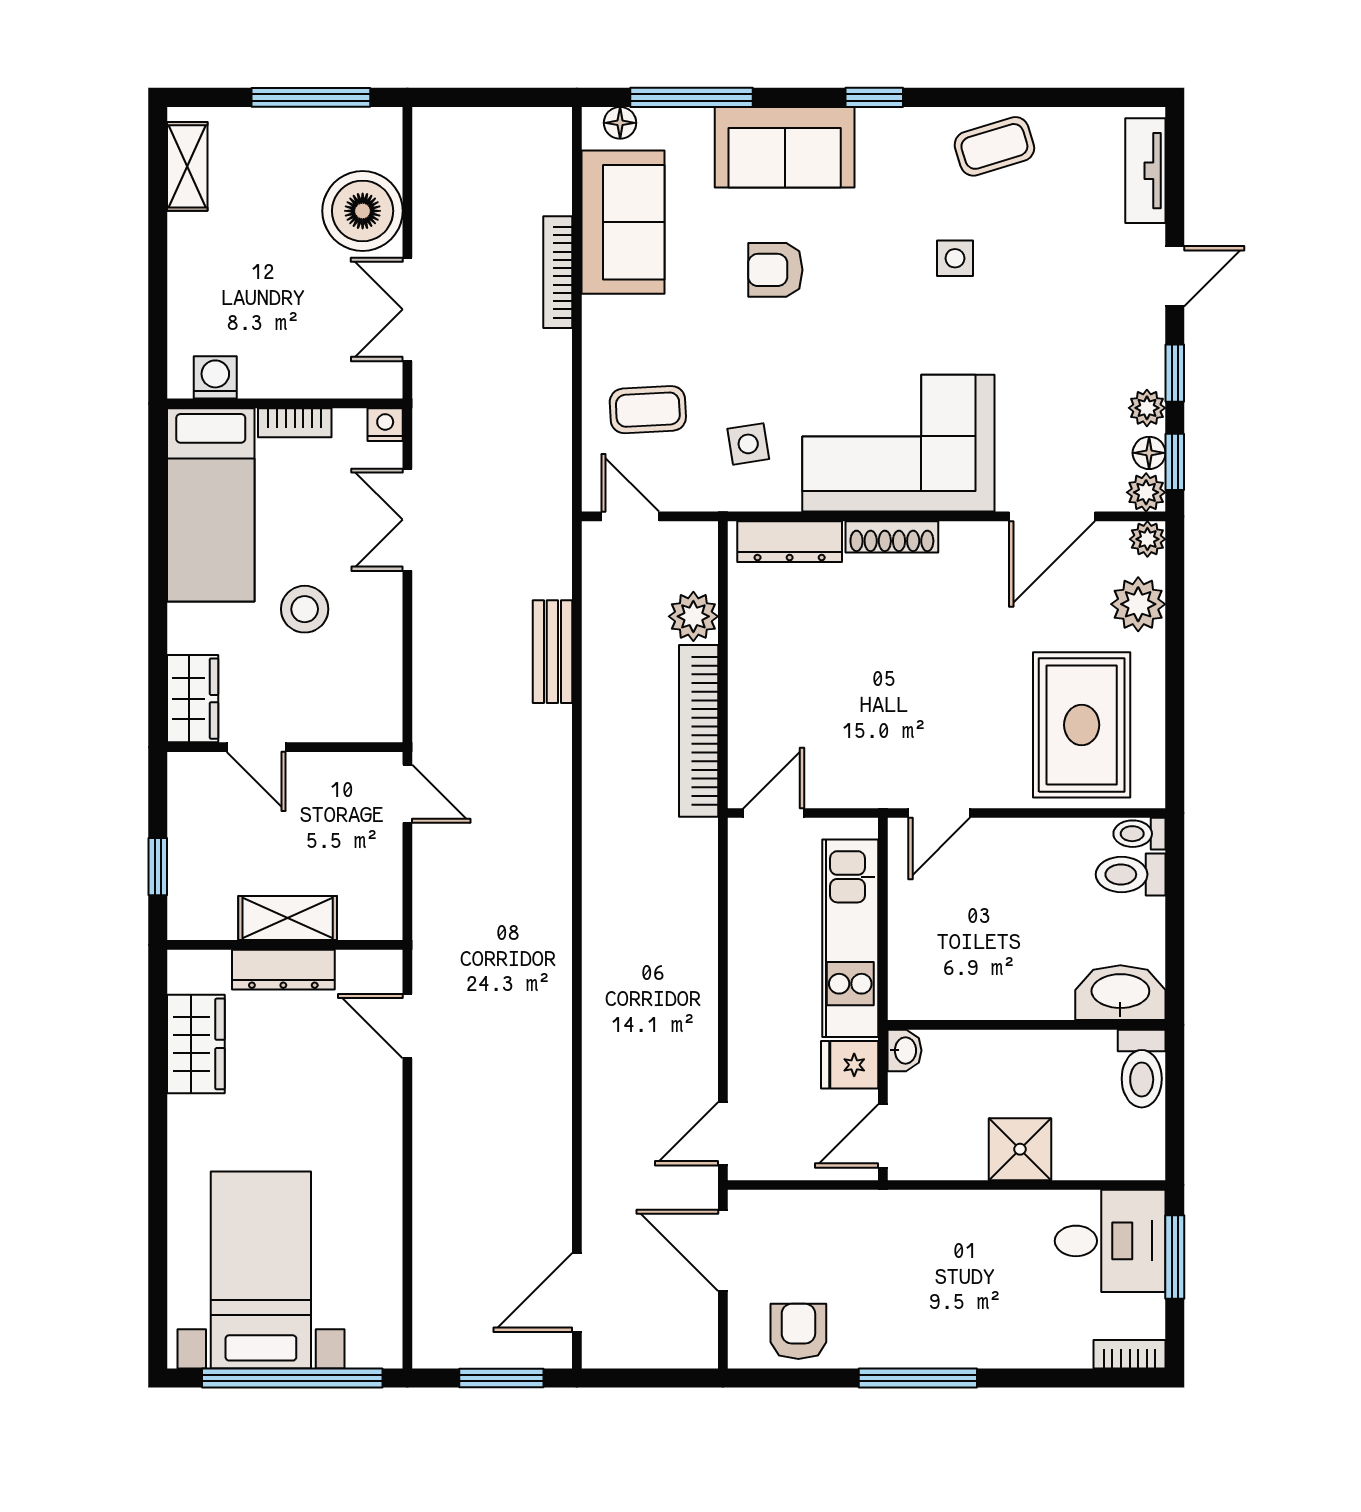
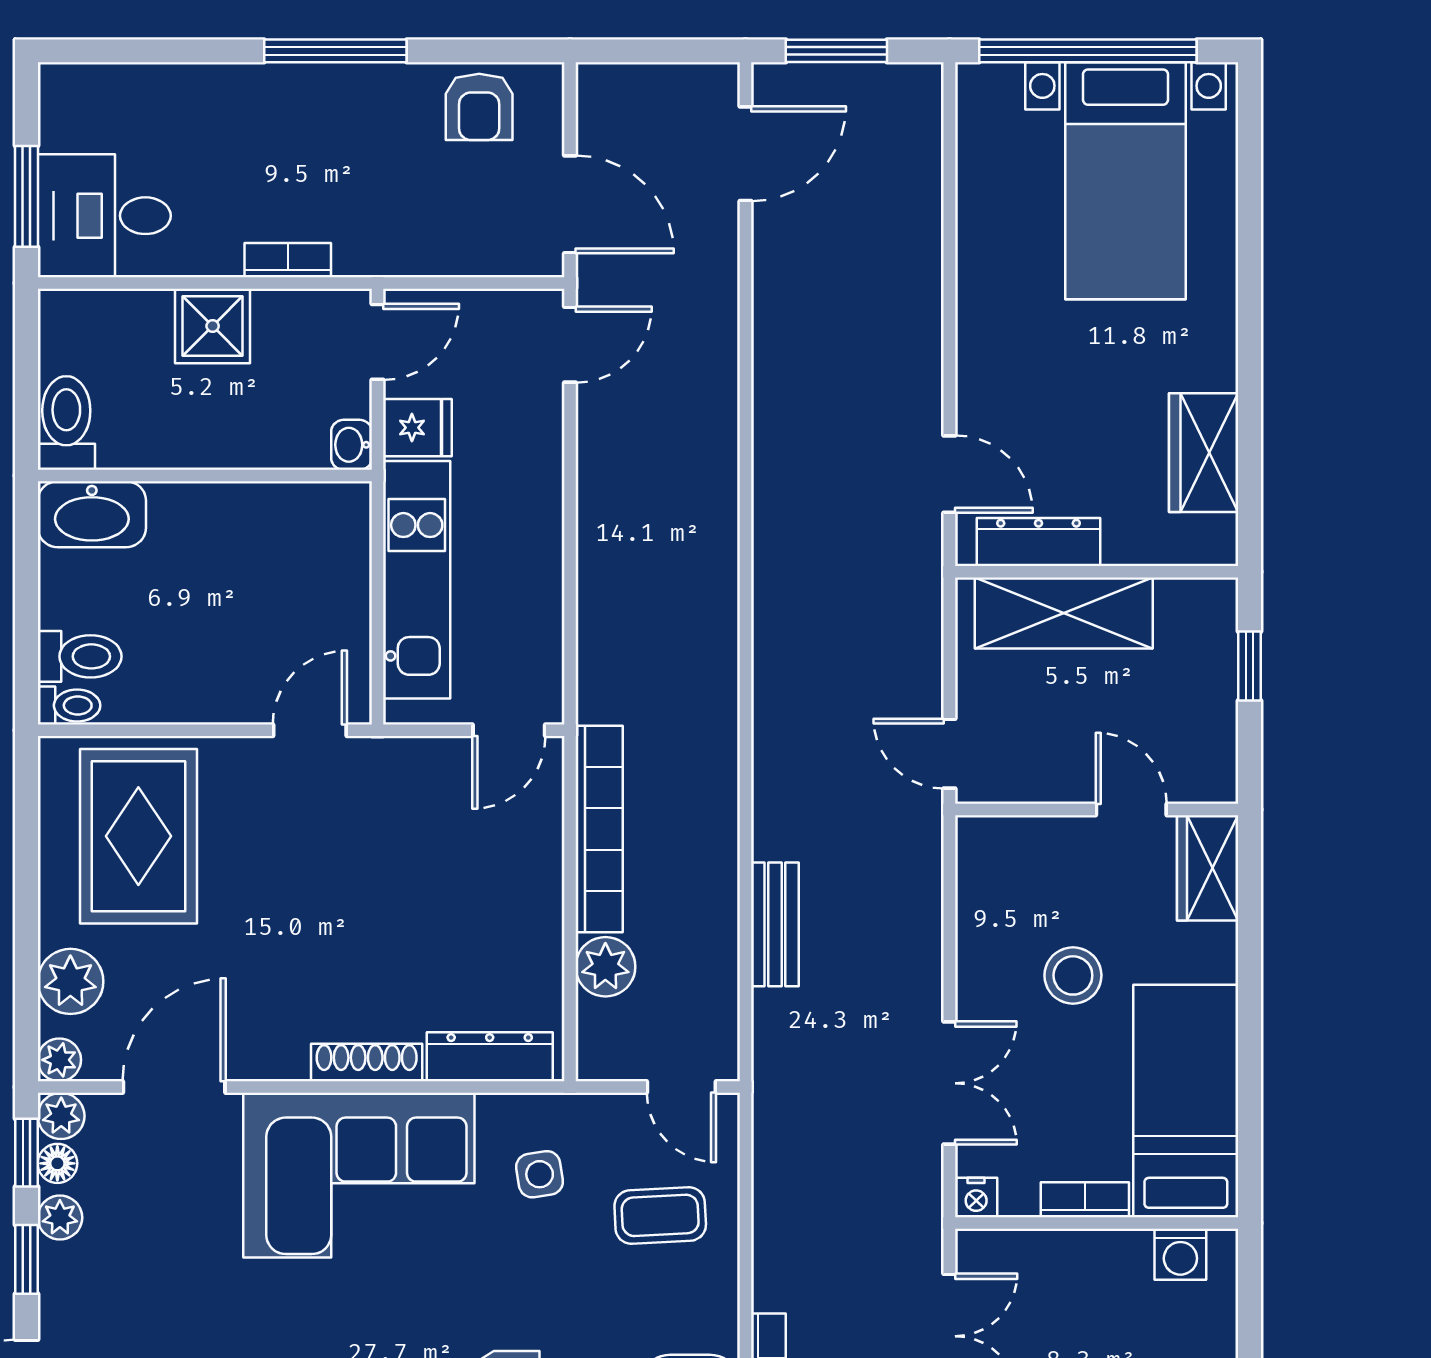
shelving: (288, 918) -> (1064, 613), width x1.50, depth x1.33
dresser: (283, 970) -> (1039, 542), moved
bookcase: (1130, 1354) -> (288, 260), moved, turned 180

